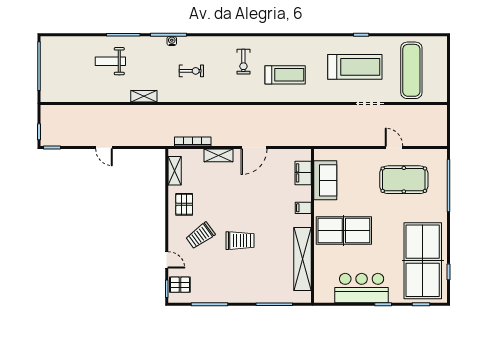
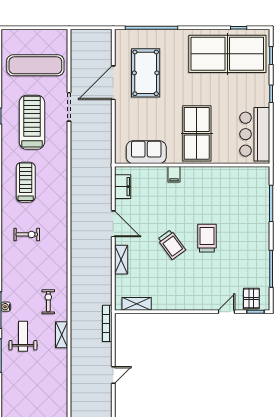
weight bench: (110, 61) -> (23, 336), moved, turned 180
exercise bike: (191, 71) -> (48, 302), moved
treadmill: (285, 75) -> (26, 182), moved
bookcase: (193, 142) -> (107, 323), moved
door: (394, 148) -> (113, 83), width x1.88
filing cabinet: (303, 173) -> (123, 187), moved, turned -90
pallet: (184, 204) -> (170, 294), removed
trolley: (200, 236) -> (172, 245), moved
shelving: (302, 259) -> (226, 175), removed
bar counter: (362, 288) -> (255, 134), moved

